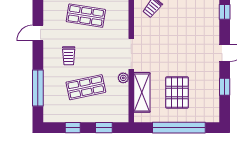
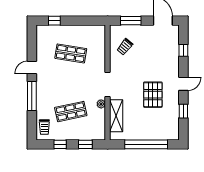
trolley: (69, 56) -> (44, 127), moved
window: (38, 88) -> (32, 96), moved
pallet: (177, 93) -> (153, 95), moved

